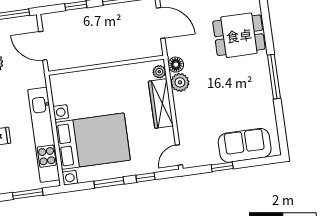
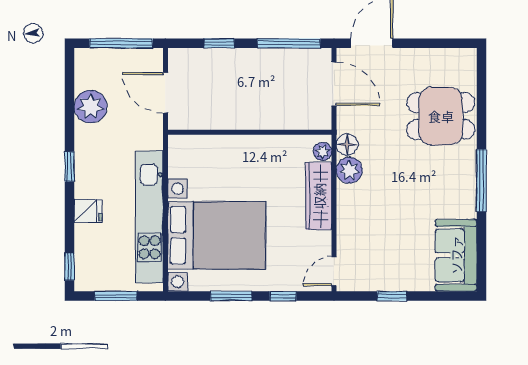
sofa: (245, 145) -> (456, 255), moved, turned -90

